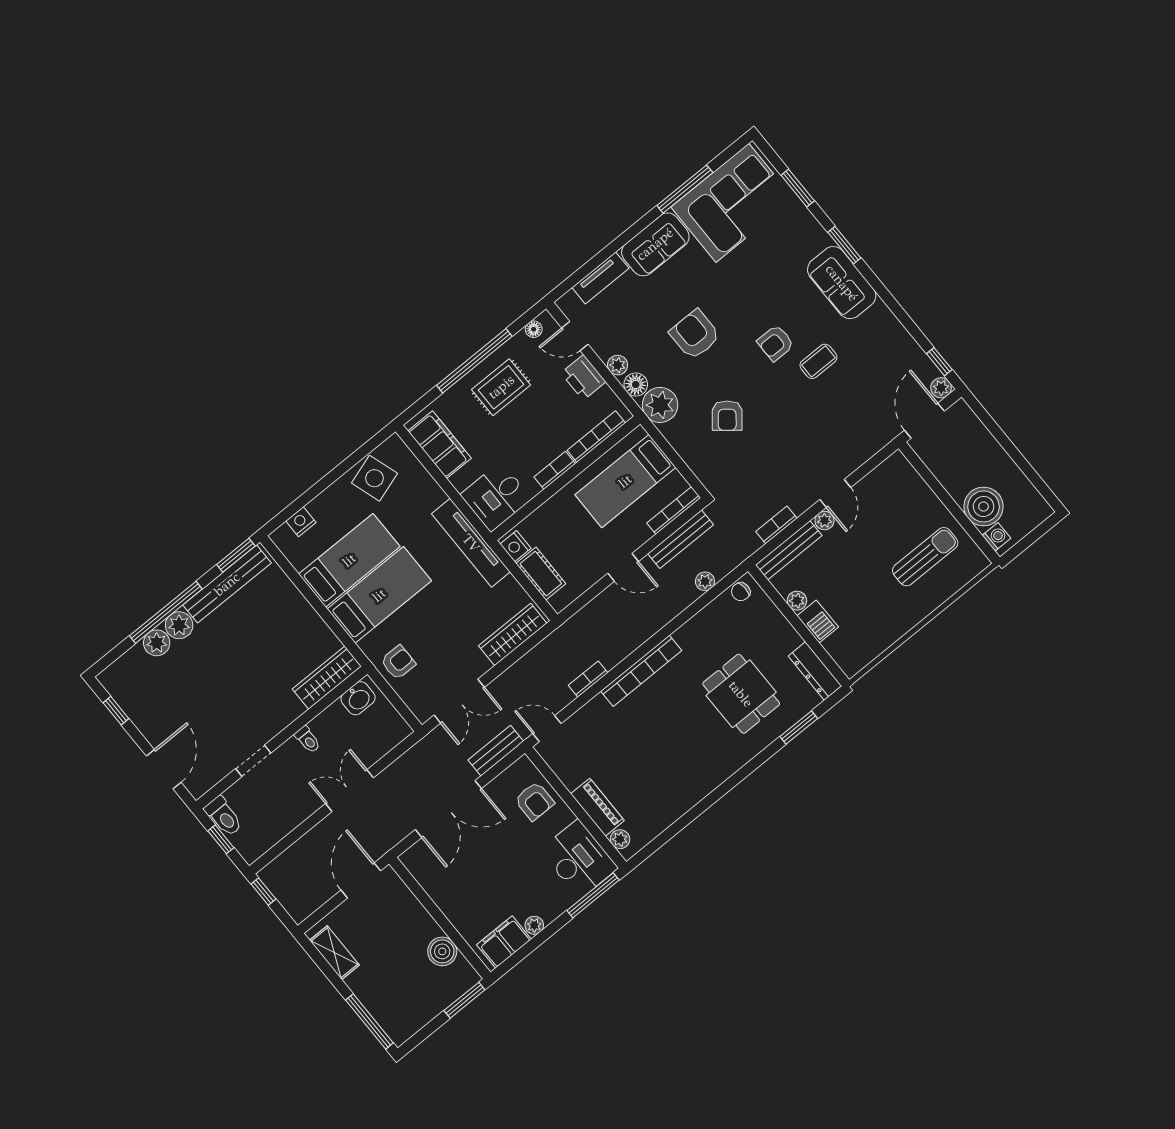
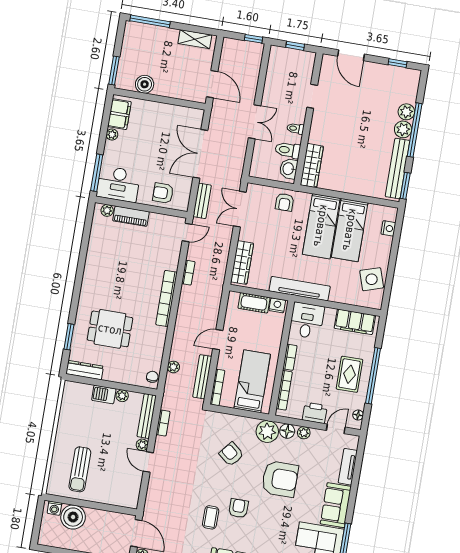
armchair: (695, 335) -> (280, 479), width x1.36, depth x1.36
toilet: (224, 816) -> (288, 150), moved

